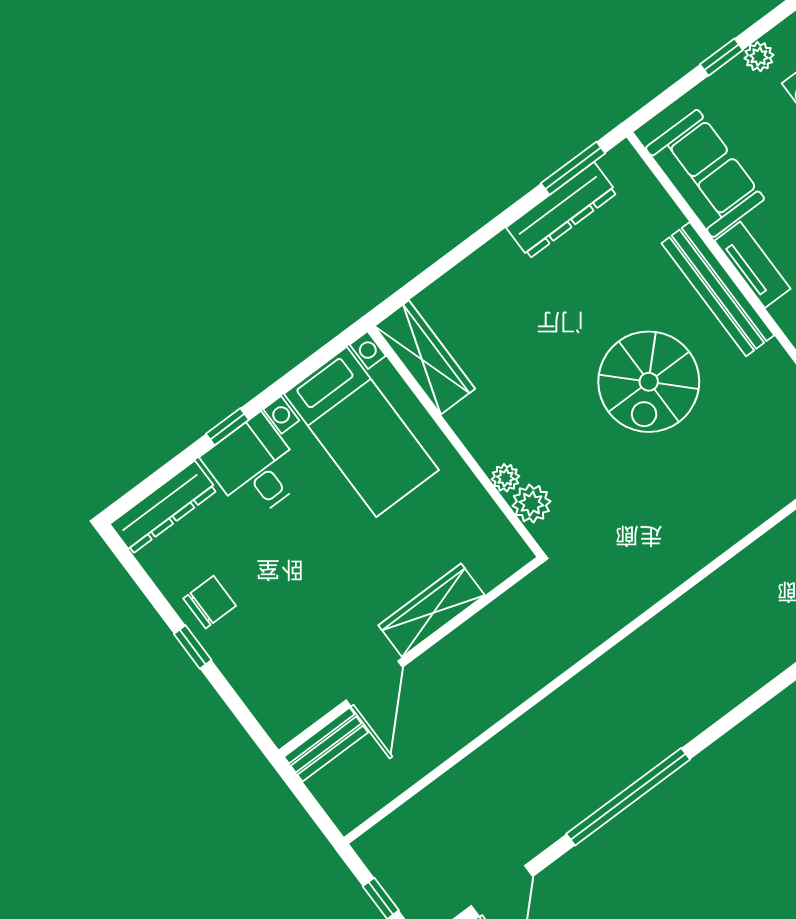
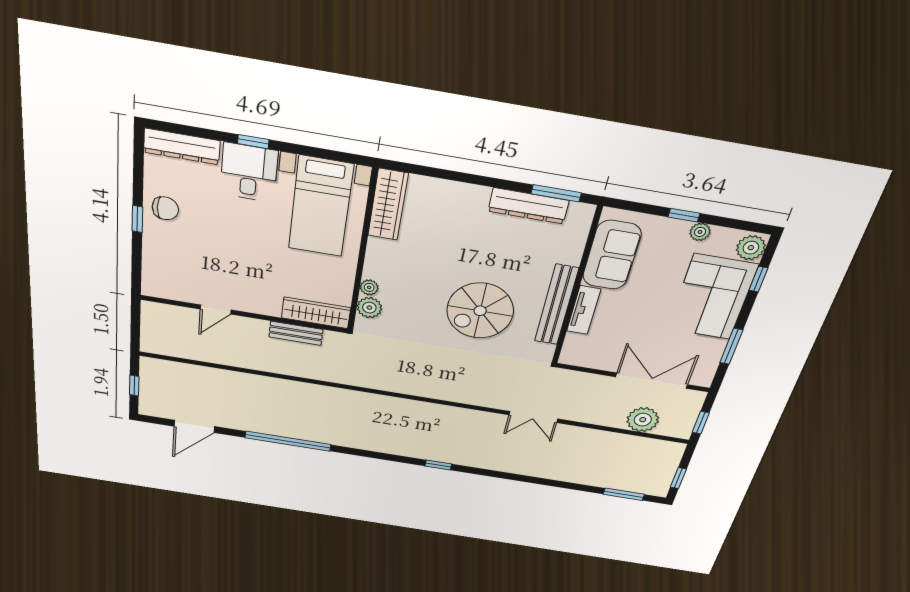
wardrobe: (432, 610) -> (316, 313), moved
door: (374, 684) -> (216, 310), width x0.73
bench: (326, 745) -> (296, 333), moved

